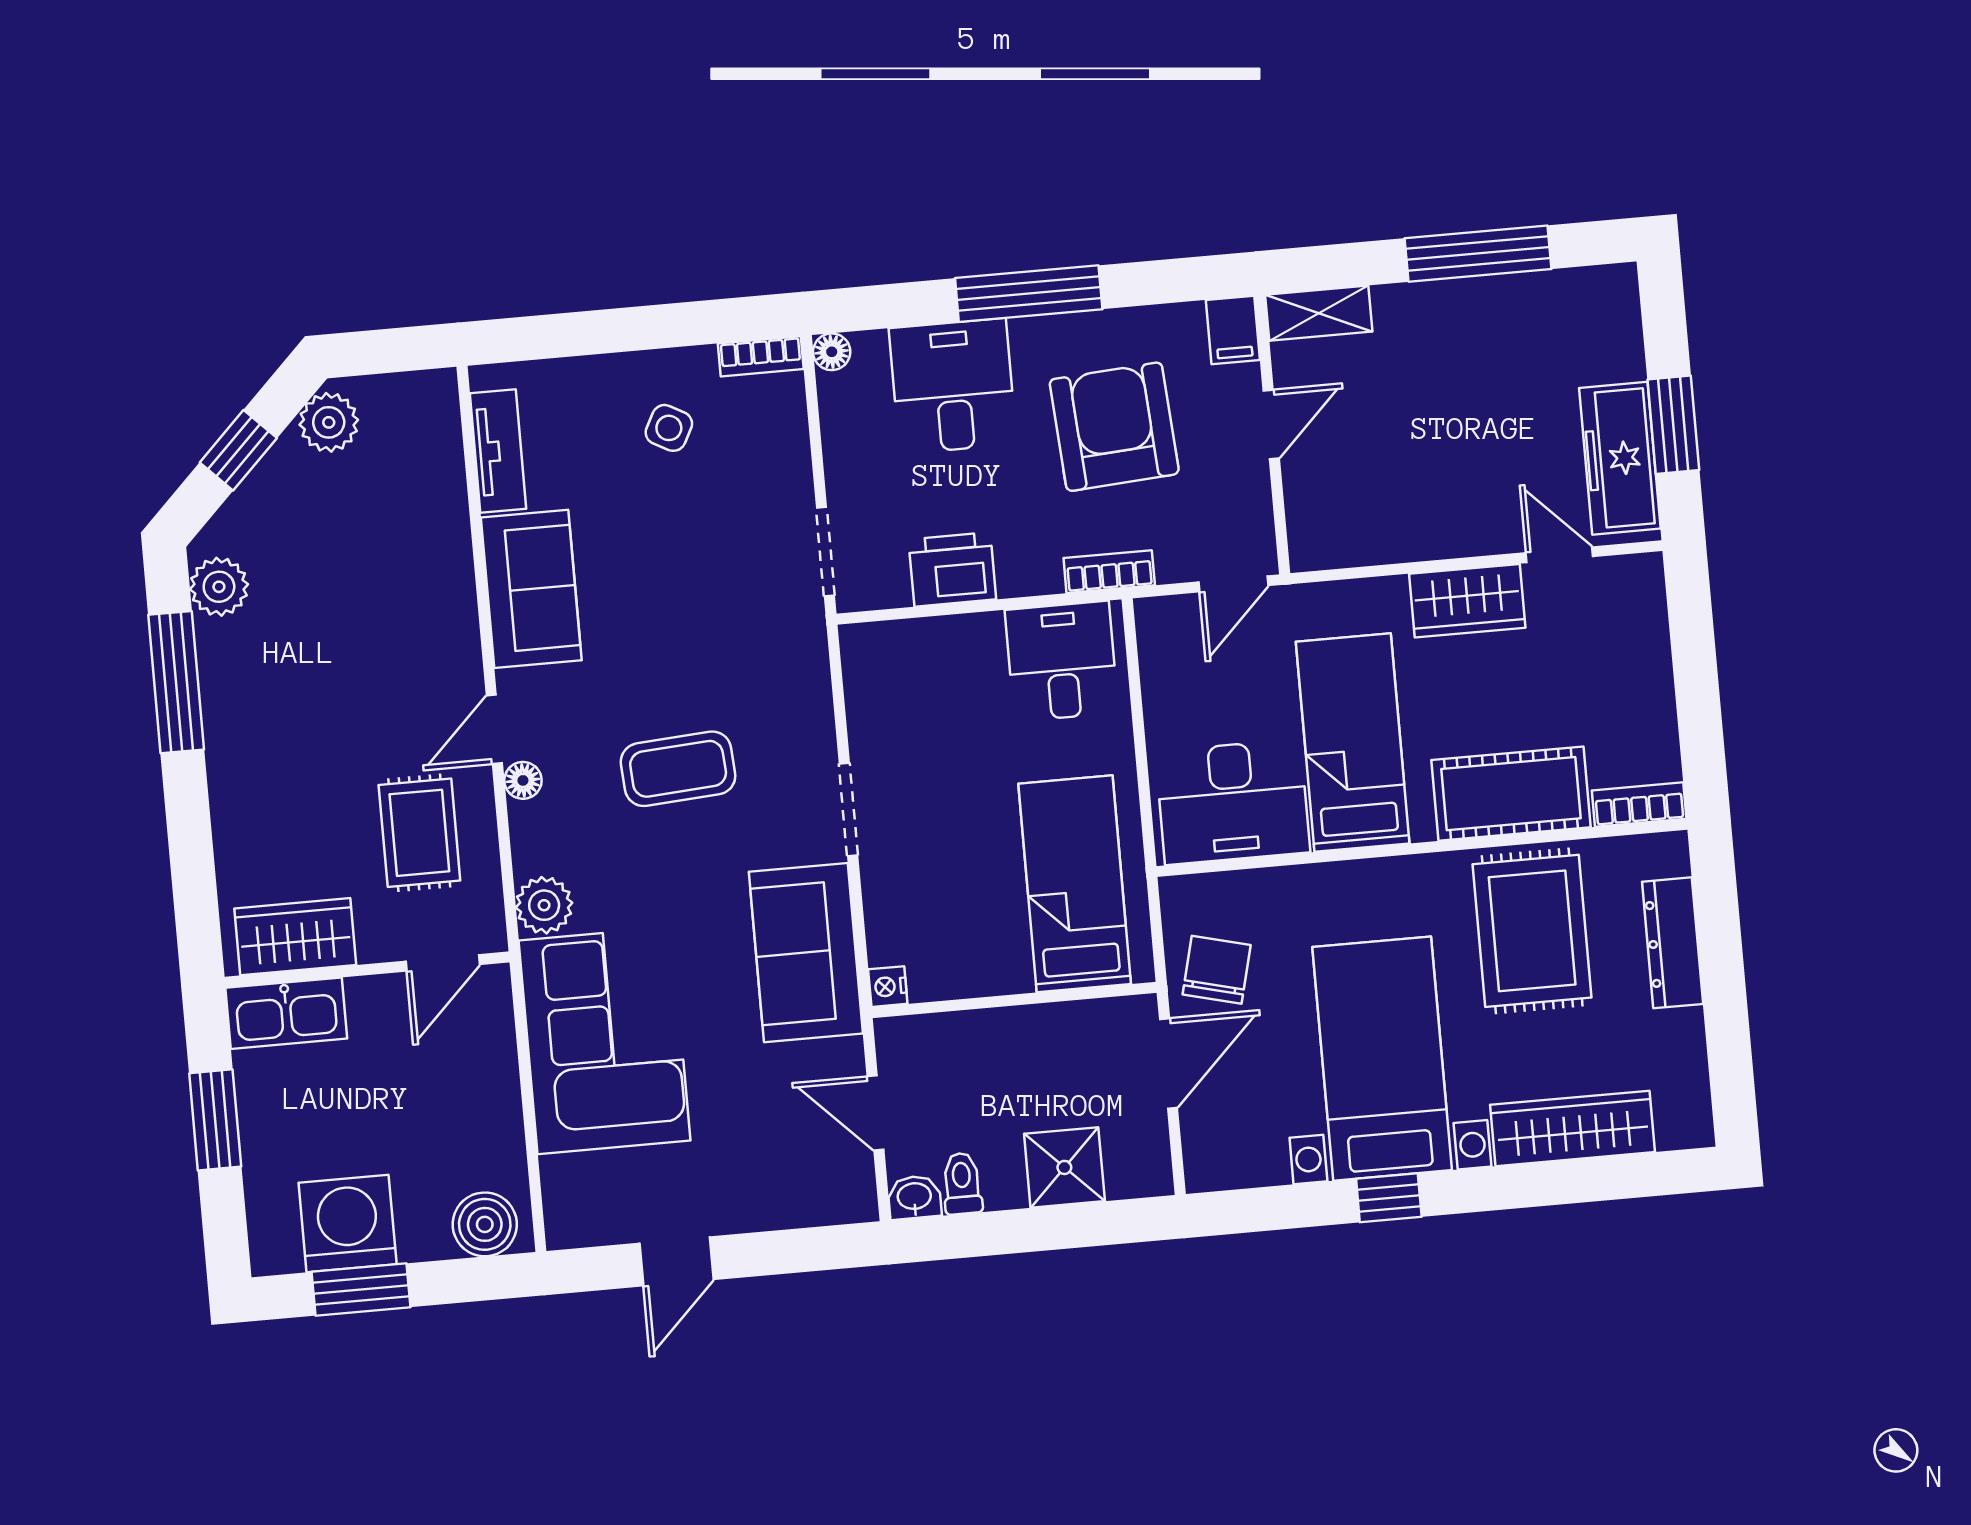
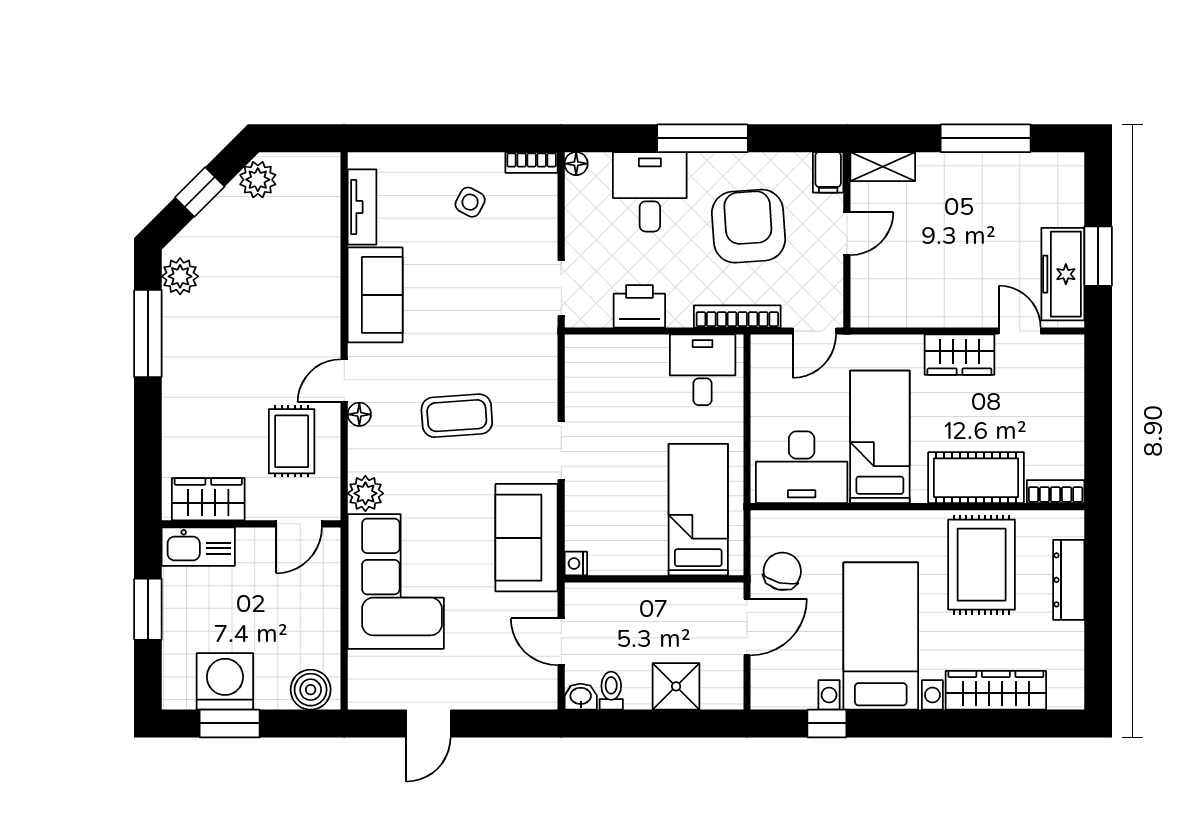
bookcase: (1109, 572) -> (737, 316), width x1.56
window: (1389, 1198) -> (827, 723), moved

